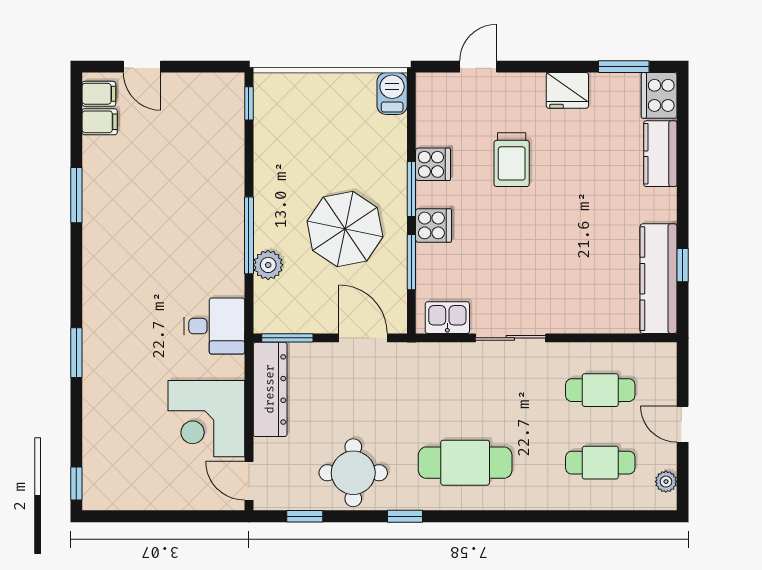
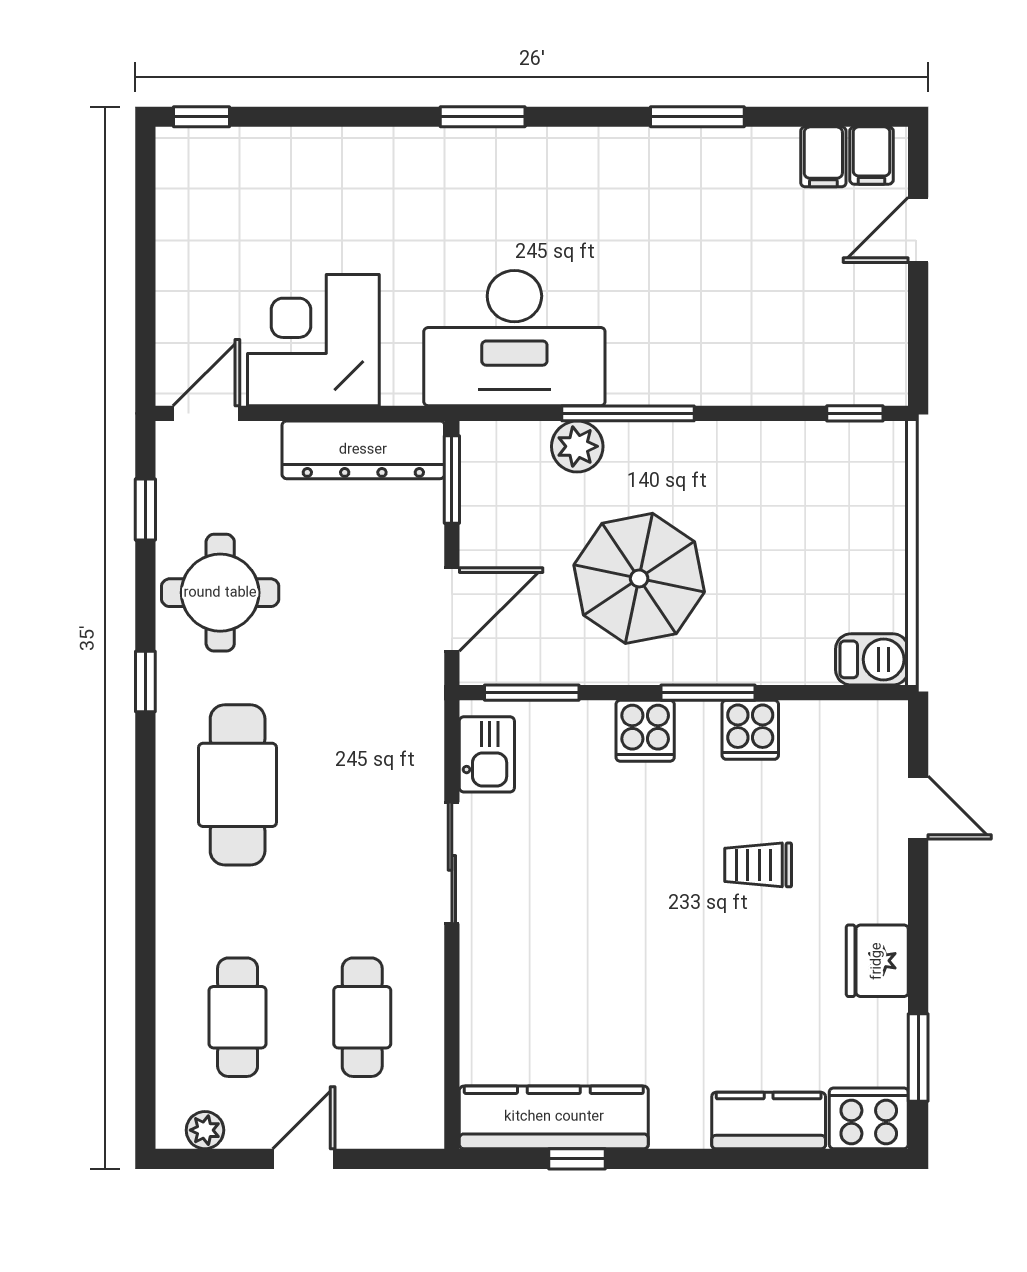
trolley: (512, 160) -> (758, 865), width x0.73, depth x0.72
window: (411, 262) -> (532, 693), moved
desk: (214, 326) -> (514, 338), width x1.87, depth x1.30
window: (76, 353) -> (483, 117), moved

